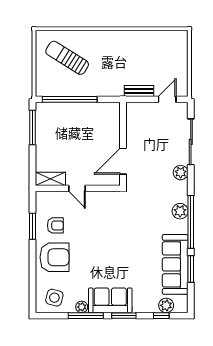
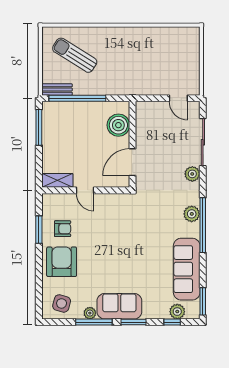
bench: (139, 91) -> (57, 89), moved
door: (167, 99) -> (178, 98), swing flipped
boiler: (109, 125) -> (118, 125), added
armchair: (54, 257) -> (62, 262), turned -90
window: (191, 269) -> (203, 301), moved

